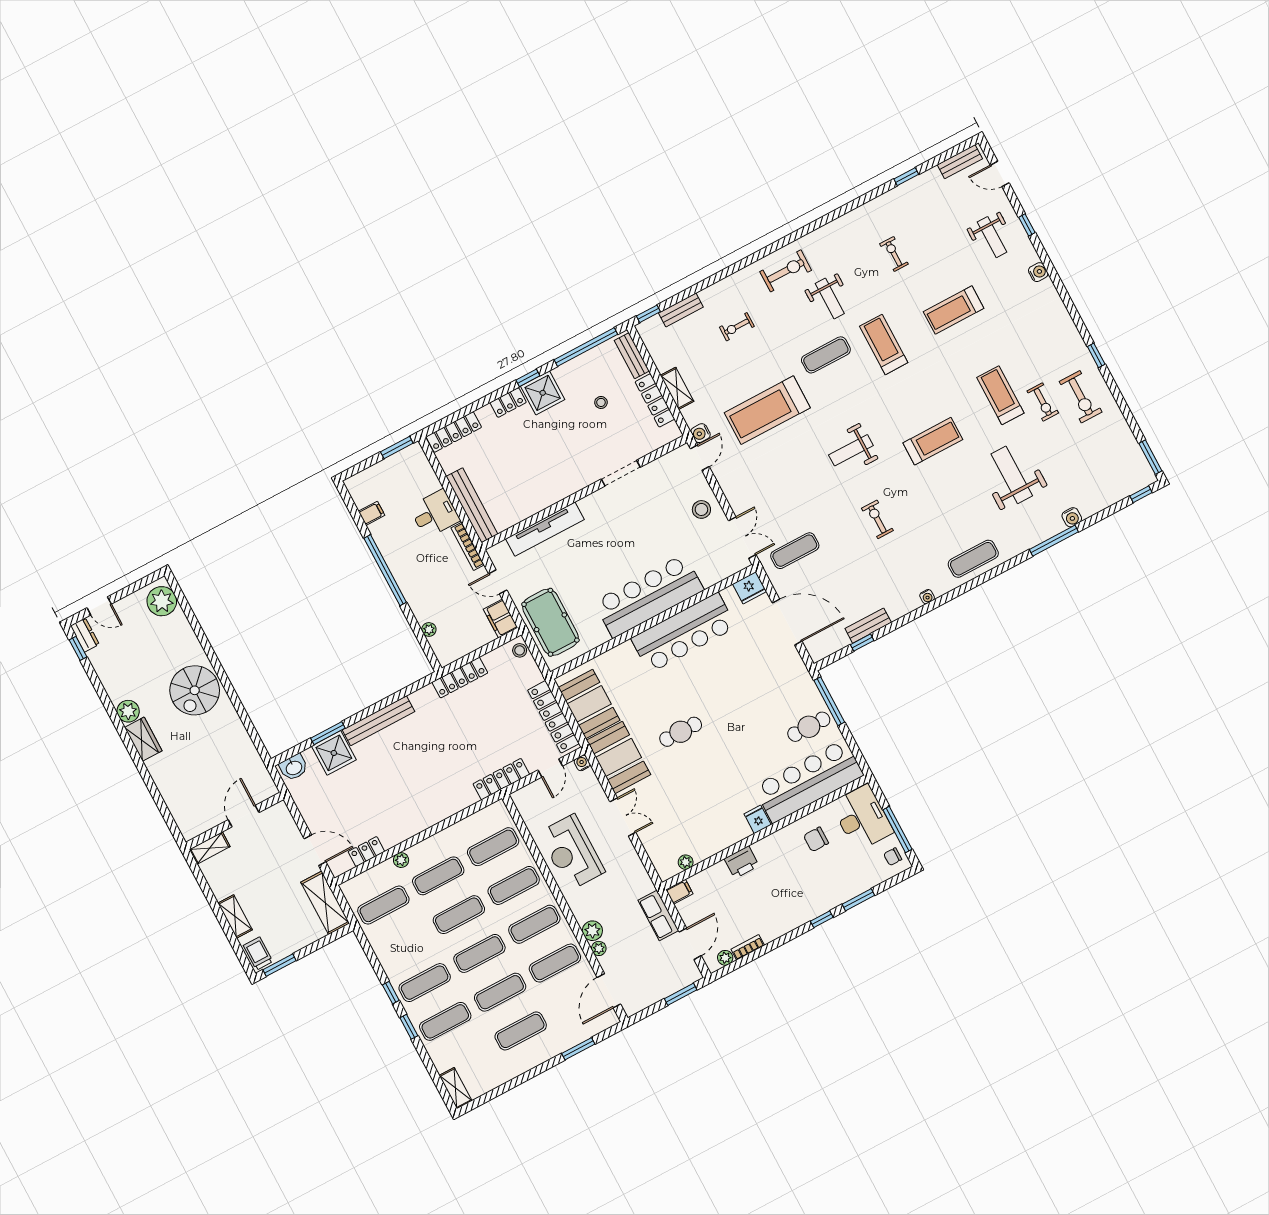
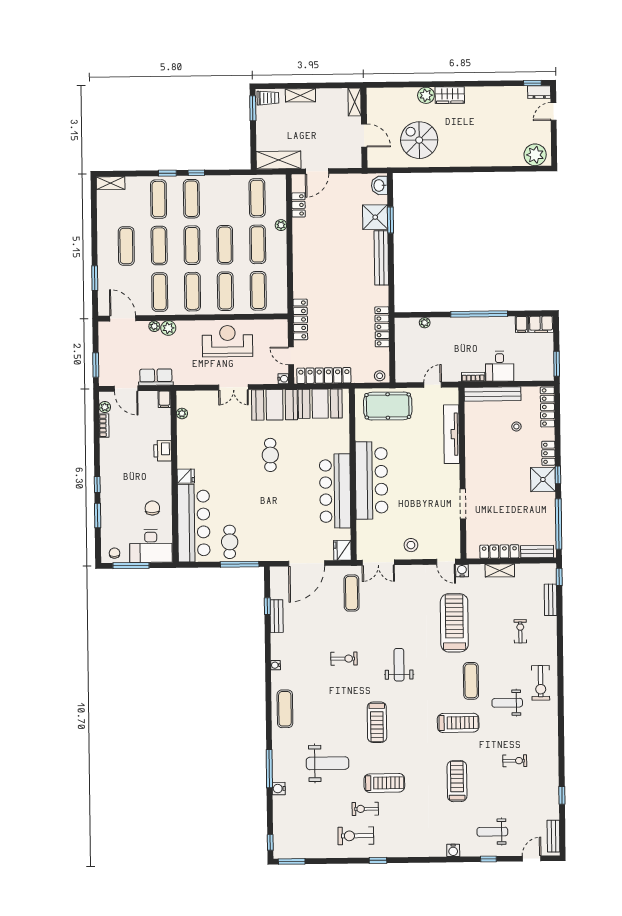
stool: (601, 402) -> (516, 427), moved
bookcase: (468, 546) -> (473, 377), width x0.64
filing cabinet: (501, 618) -> (541, 324), moved, turned 180
spiral stairs: (195, 690) -> (419, 140), moved
plant: (128, 711) -> (426, 95), moved

